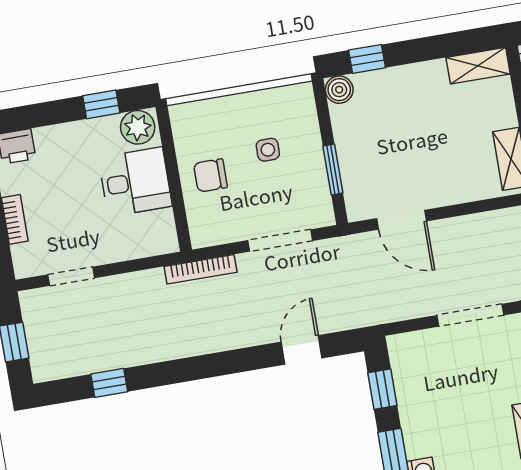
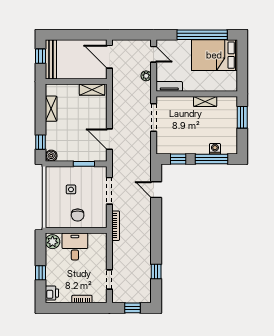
shelving: (478, 66) -> (51, 109), moved
window: (101, 104) -> (41, 273), moved
door: (402, 220) -> (109, 139), swing flipped

